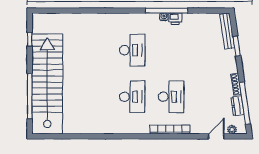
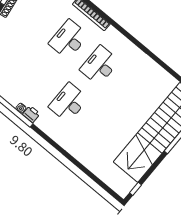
printer: (175, 19) -> (31, 114), moved
window: (30, 39) -> (135, 189), moved

